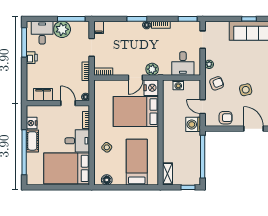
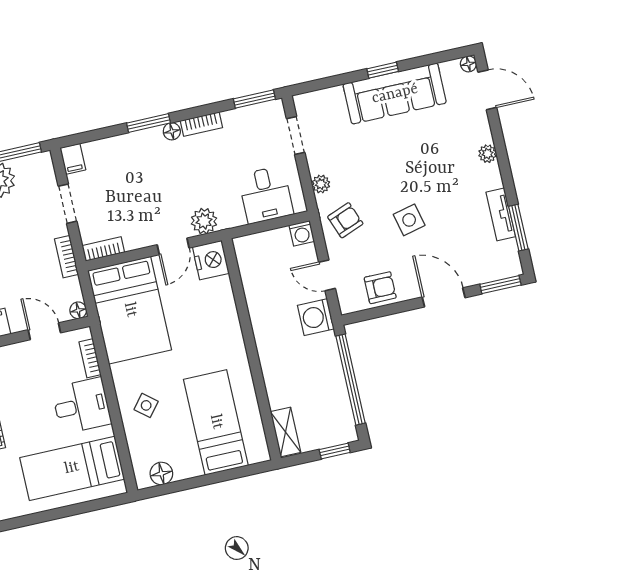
washing machine: (178, 85) -> (302, 233), moved
bed: (136, 112) -> (130, 310), moved, turned -90
bed: (67, 168) -> (72, 468), width x0.67

